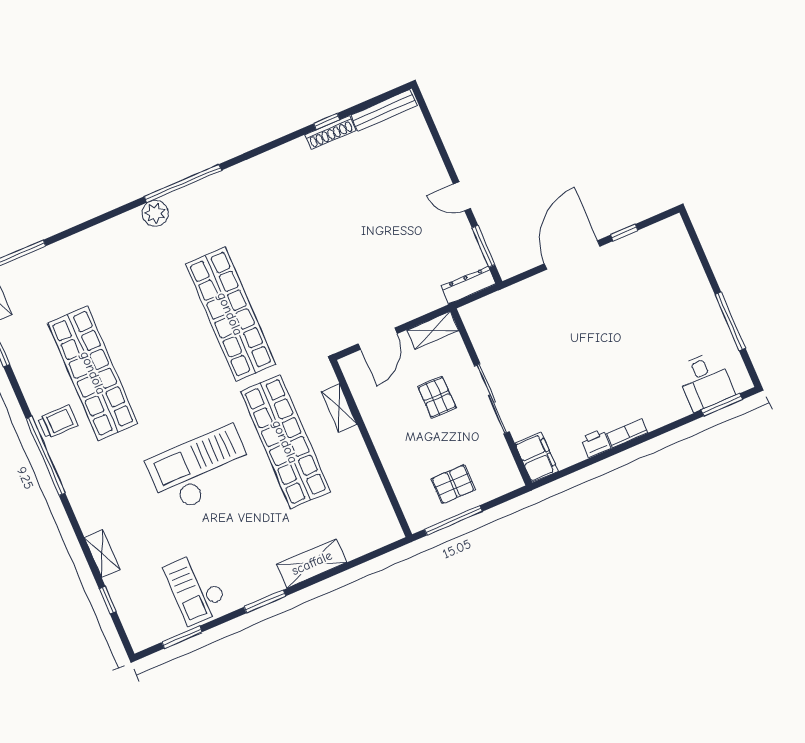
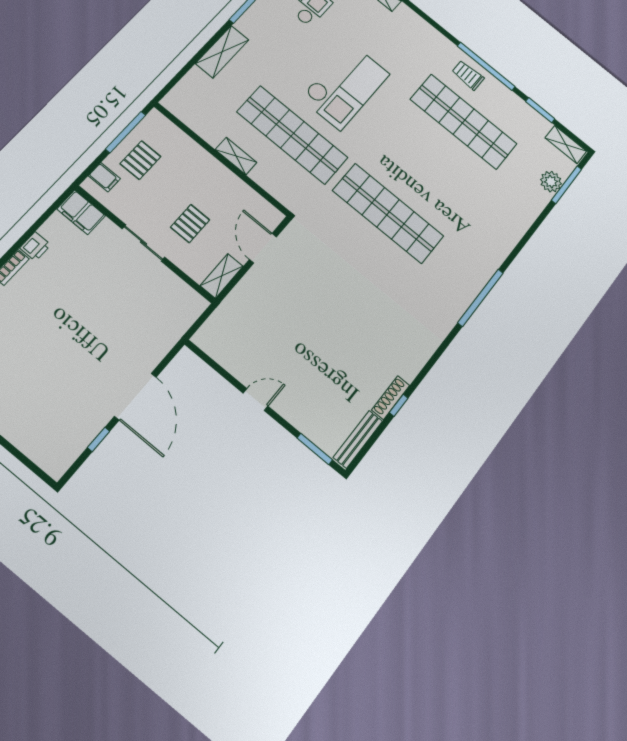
plant: (155, 213) -> (551, 182), moved
window: (483, 246) -> (315, 449), moved
dresser: (469, 285) -> (211, 328), removed
pallet: (437, 397) -> (190, 224), turned 90
sliding door: (492, 399) -> (143, 243), width x0.73
shelving: (339, 408) -> (236, 156), moved
trolley: (58, 422) -> (468, 75), turned 90
window: (46, 456) -> (486, 66), moved
filing cabinet: (497, 483) -> (104, 177), added

